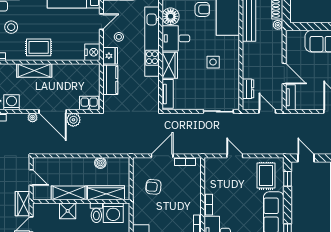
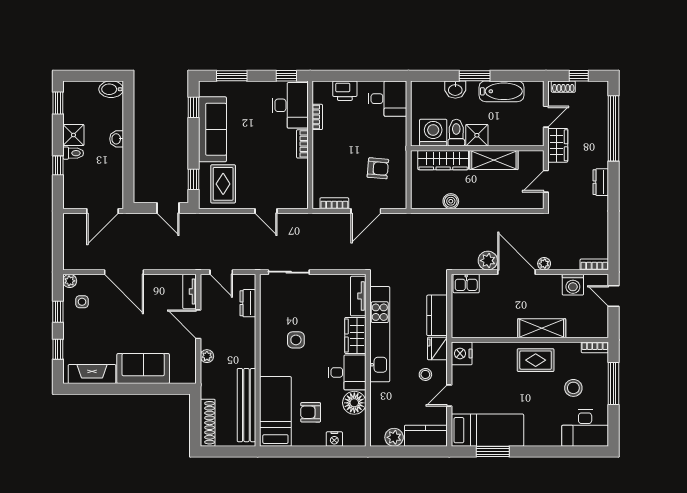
plant: (278, 25) -> (207, 356), moved
kitchen unit: (152, 42) -> (380, 334), moved
door: (31, 178) -> (546, 181), hinge flipped
shower: (68, 211) -> (477, 135), moved

